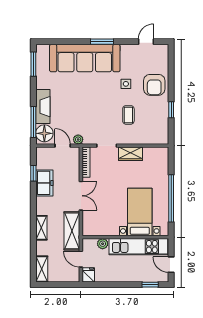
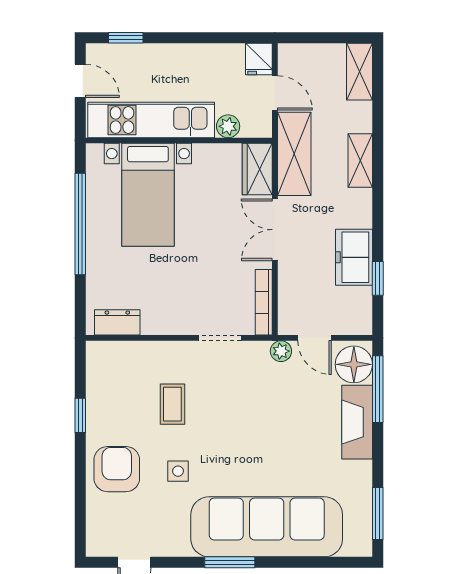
dresser: (154, 153) -> (117, 322), added
wardrobe: (131, 154) -> (257, 169), moved, turned -90

